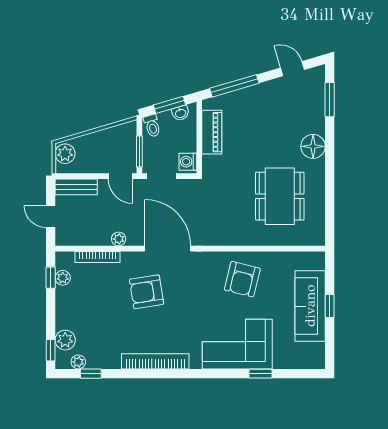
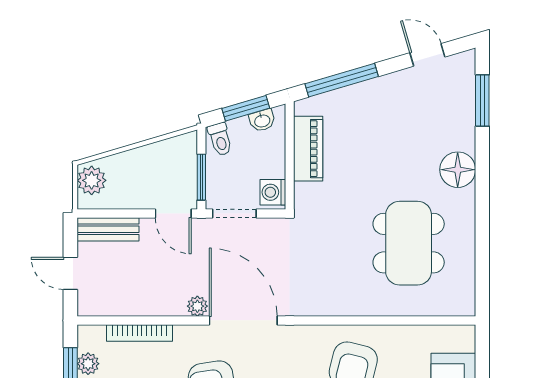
plant: (119, 239) -> (197, 306), moved

